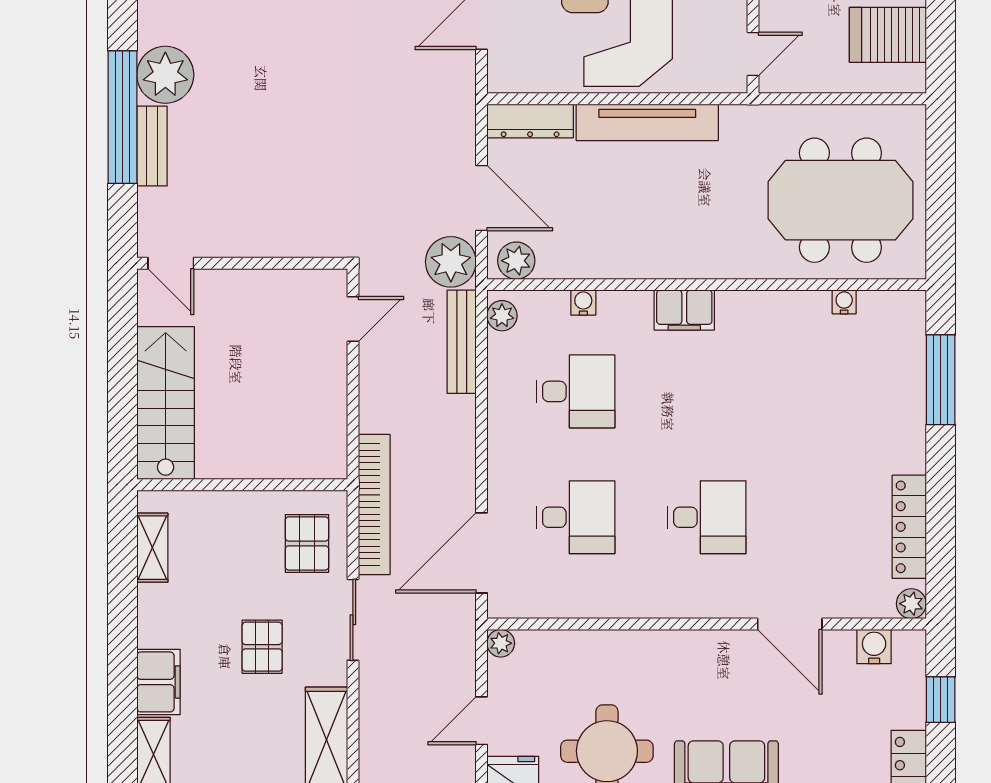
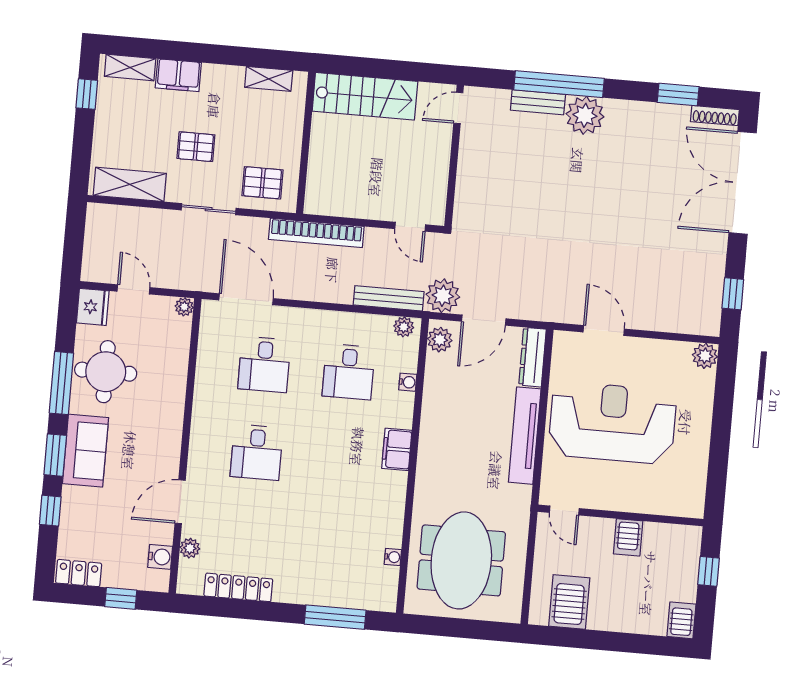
bookcase: (374, 504) -> (316, 233), moved
plant: (911, 604) -> (190, 548), moved

